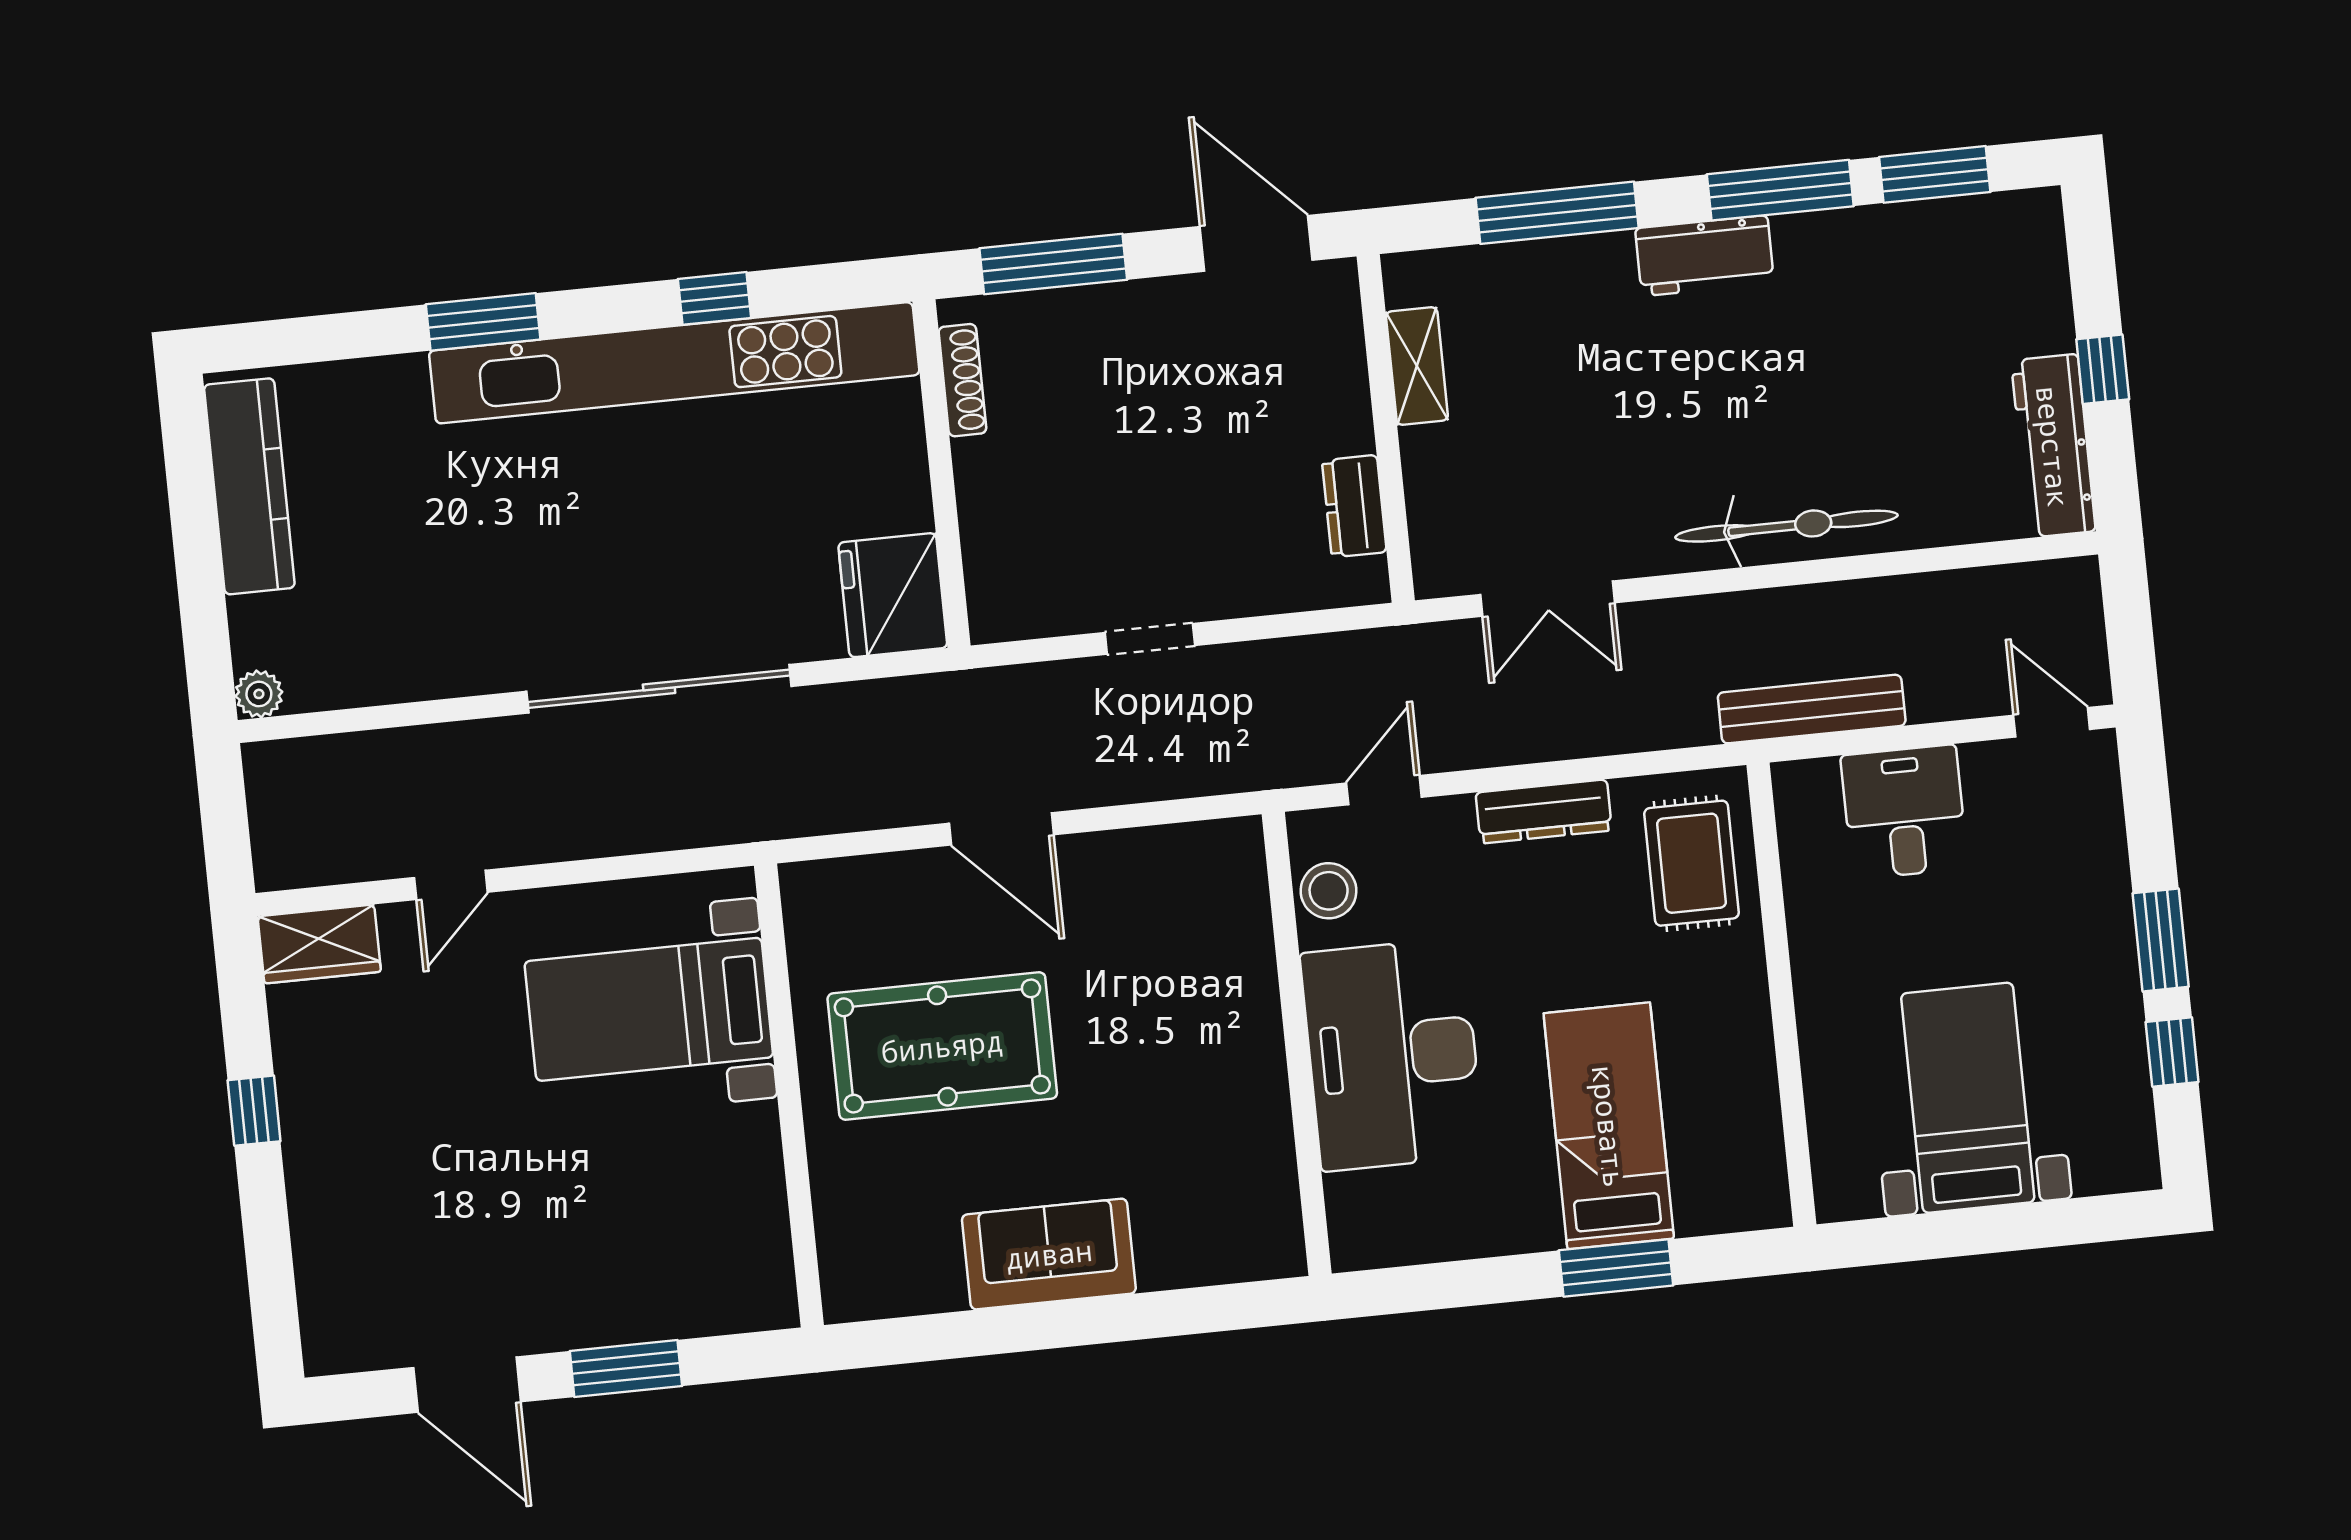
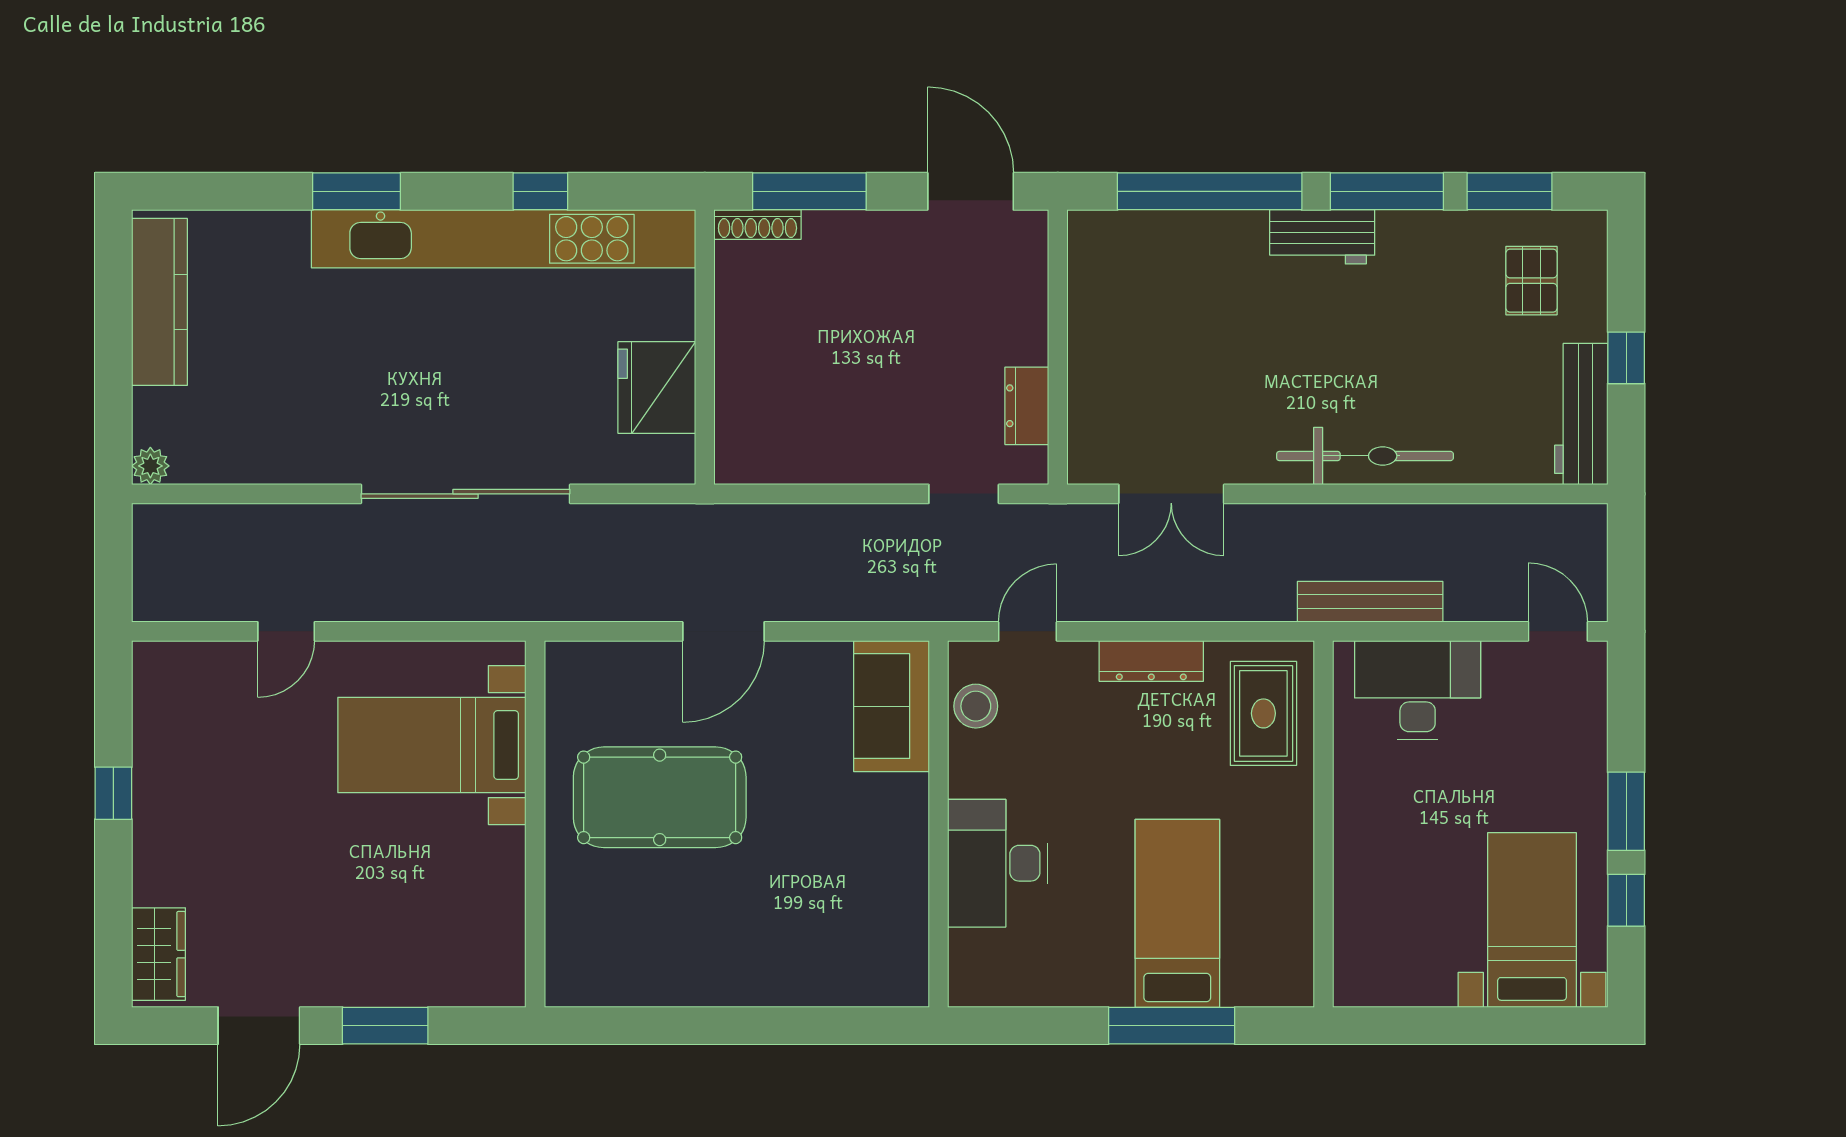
window: (1557, 213) -> (1210, 191), width x1.46
pallet: (1974, 284) -> (1531, 281), added
shelving: (1417, 366) -> (1087, 301), removed
shoe rack: (962, 380) -> (757, 224), moved, turned 90
fridge: (893, 595) -> (657, 387), moved
doorway: (1150, 639) -> (964, 494), moved
desk: (1904, 812) -> (1418, 690), width x1.37
door: (1001, 829) -> (723, 631), hinge flipped
wardrobe: (319, 944) -> (159, 954), moved, turned -90
desk: (1392, 1055) -> (998, 863), width x0.73, depth x0.77
bed with nightstands: (1968, 1098) -> (1532, 920), moved
sofa: (1049, 1254) -> (891, 706), moved, turned -90
window: (1616, 1268) -> (1172, 1026), width x1.44
door: (467, 1385) -> (259, 1026), hinge flipped

